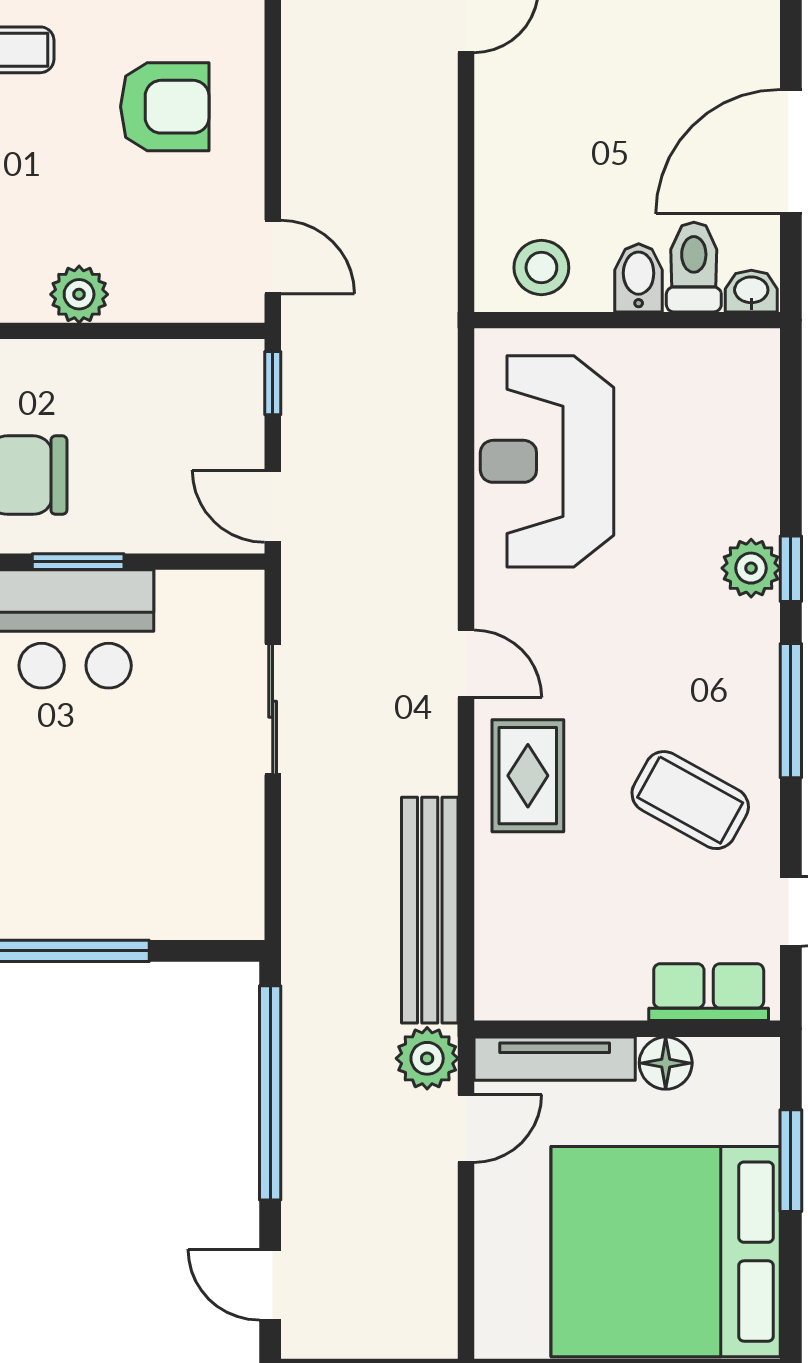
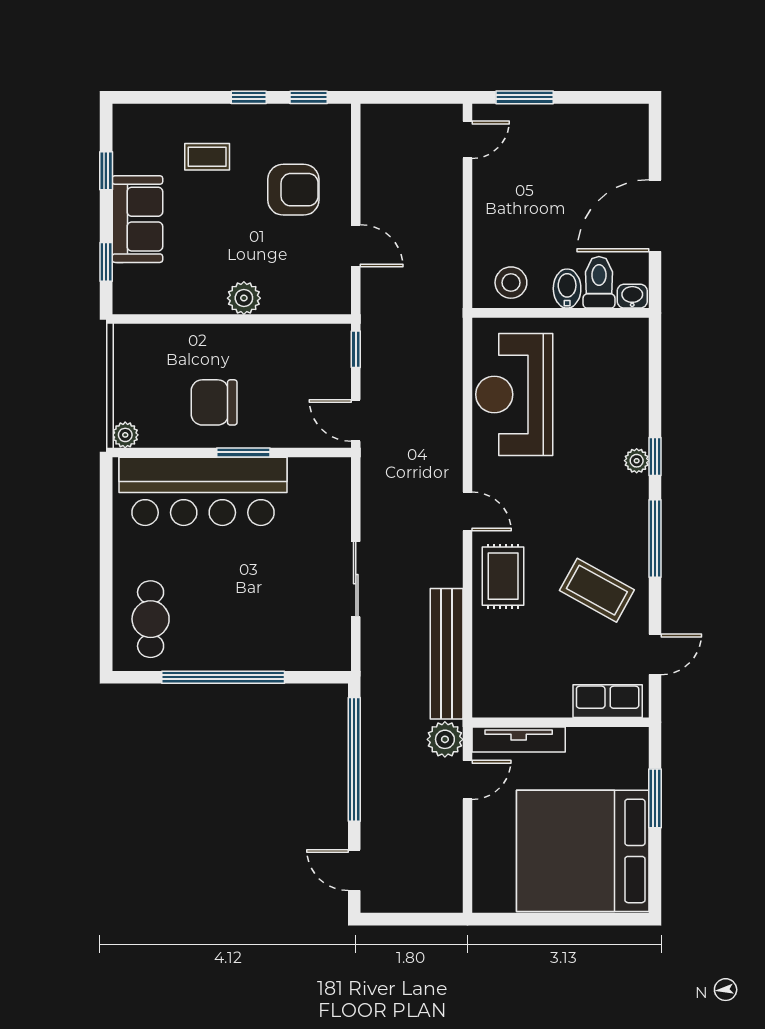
door: (273, 257) -> (356, 246), moved
plant: (751, 568) -> (637, 461), width x0.73, depth x0.73
sliding door: (273, 709) -> (356, 579), moved
floor lamp: (666, 1063) -> (583, 742), removed

